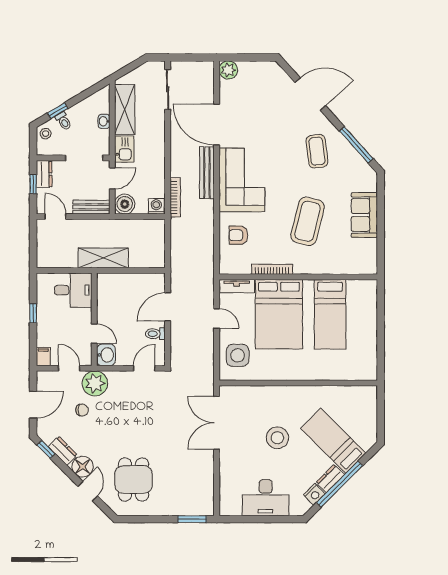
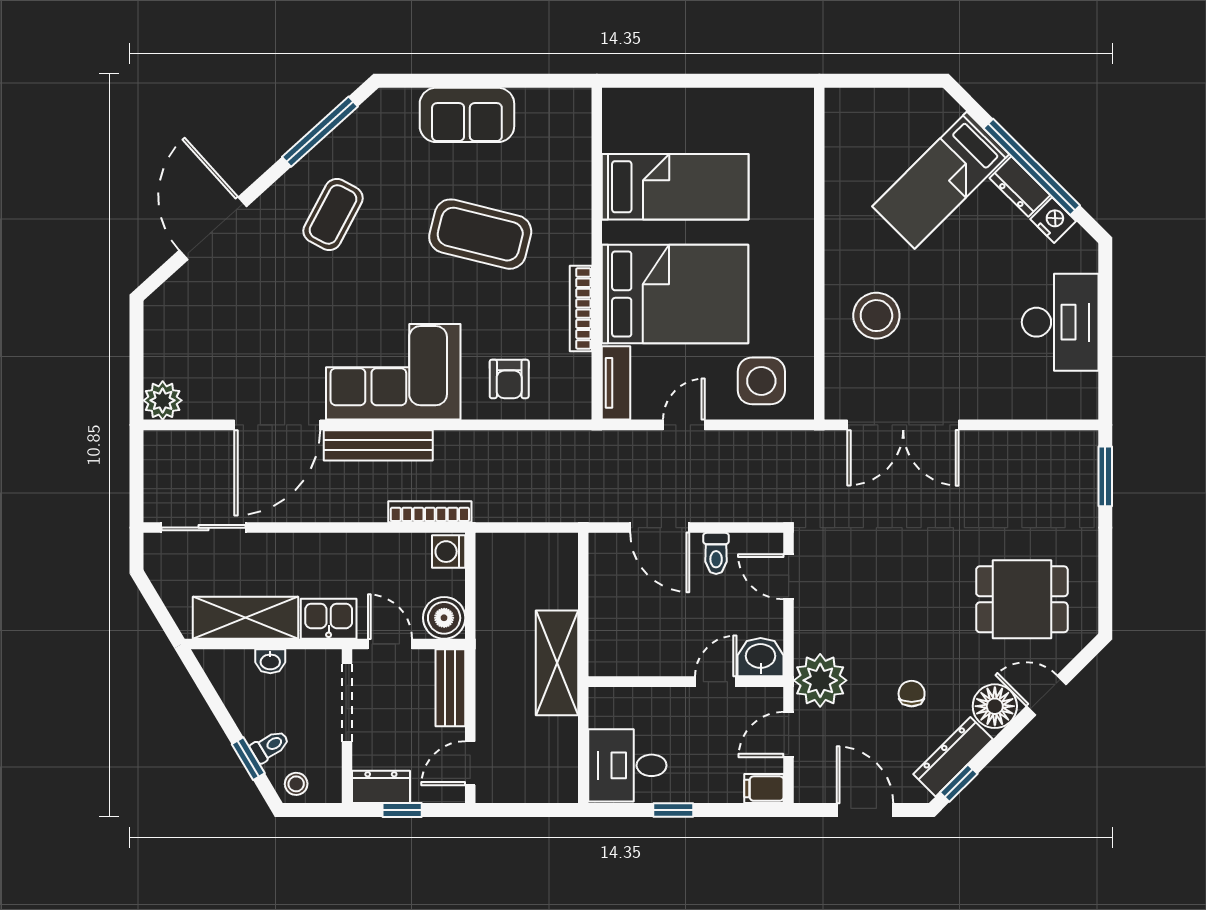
coffee table: (317, 151) -> (333, 214), turned -55
desk: (73, 290) -> (627, 765), moved, turned -90
chair: (82, 410) -> (912, 694), moved
stool: (277, 438) -> (876, 316), moved
dresser: (63, 451) -> (953, 757), width x1.44

